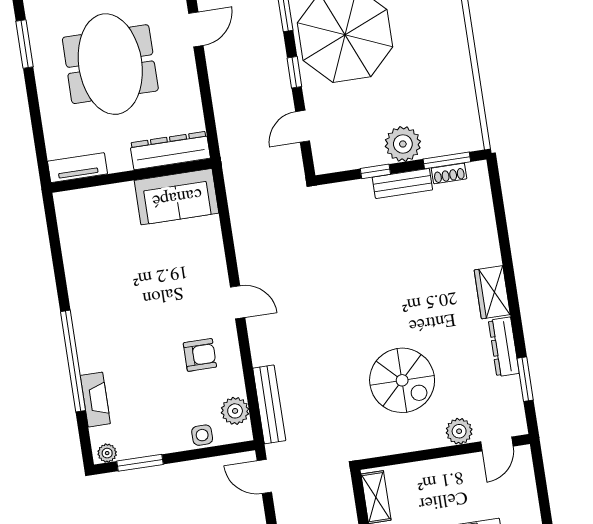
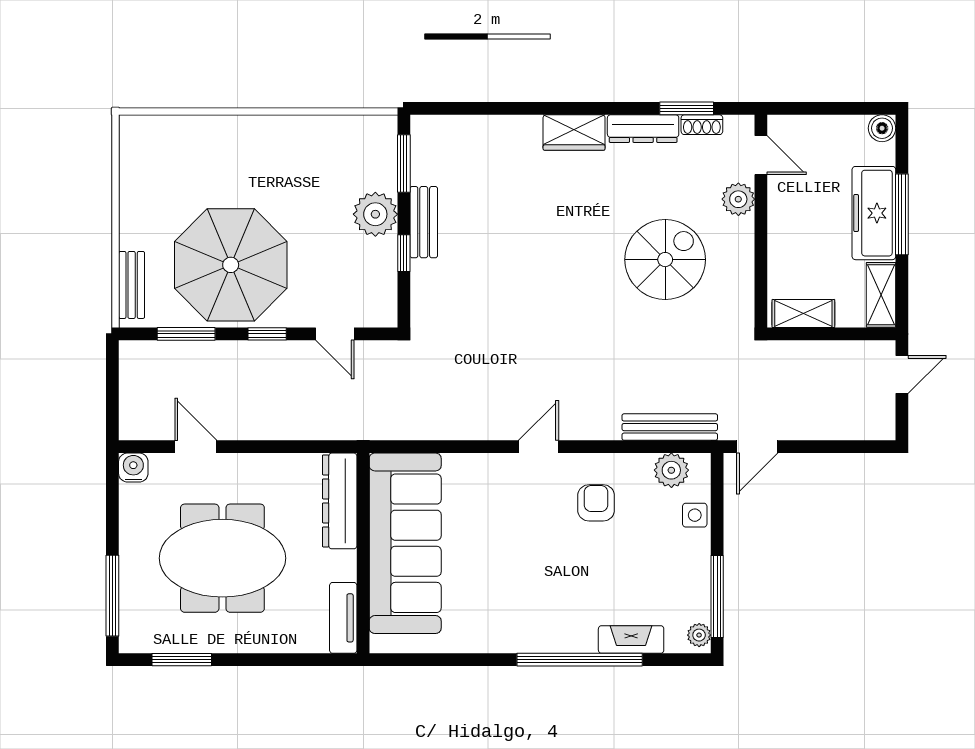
shoe rack: (449, 173) -> (702, 125), moved, turned 90
sofa: (177, 197) -> (405, 543), width x1.85, depth x1.27
window: (140, 463) -> (717, 596), width x1.44

